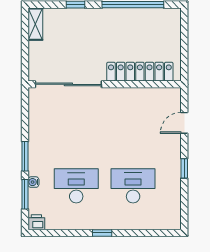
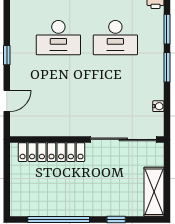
shelving: (35, 24) -> (154, 192), width x1.50, depth x1.33
water cooler: (33, 182) -> (158, 106), moved

